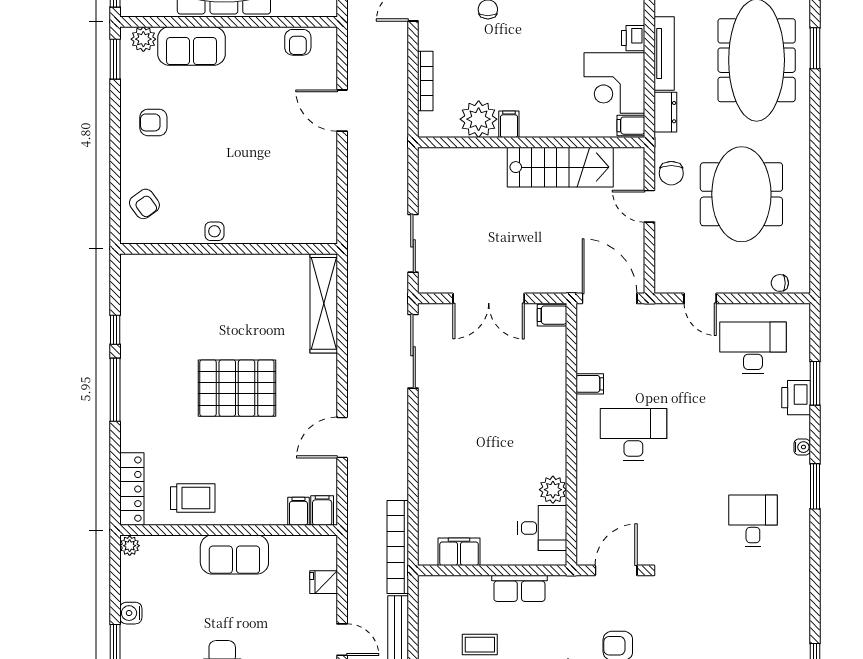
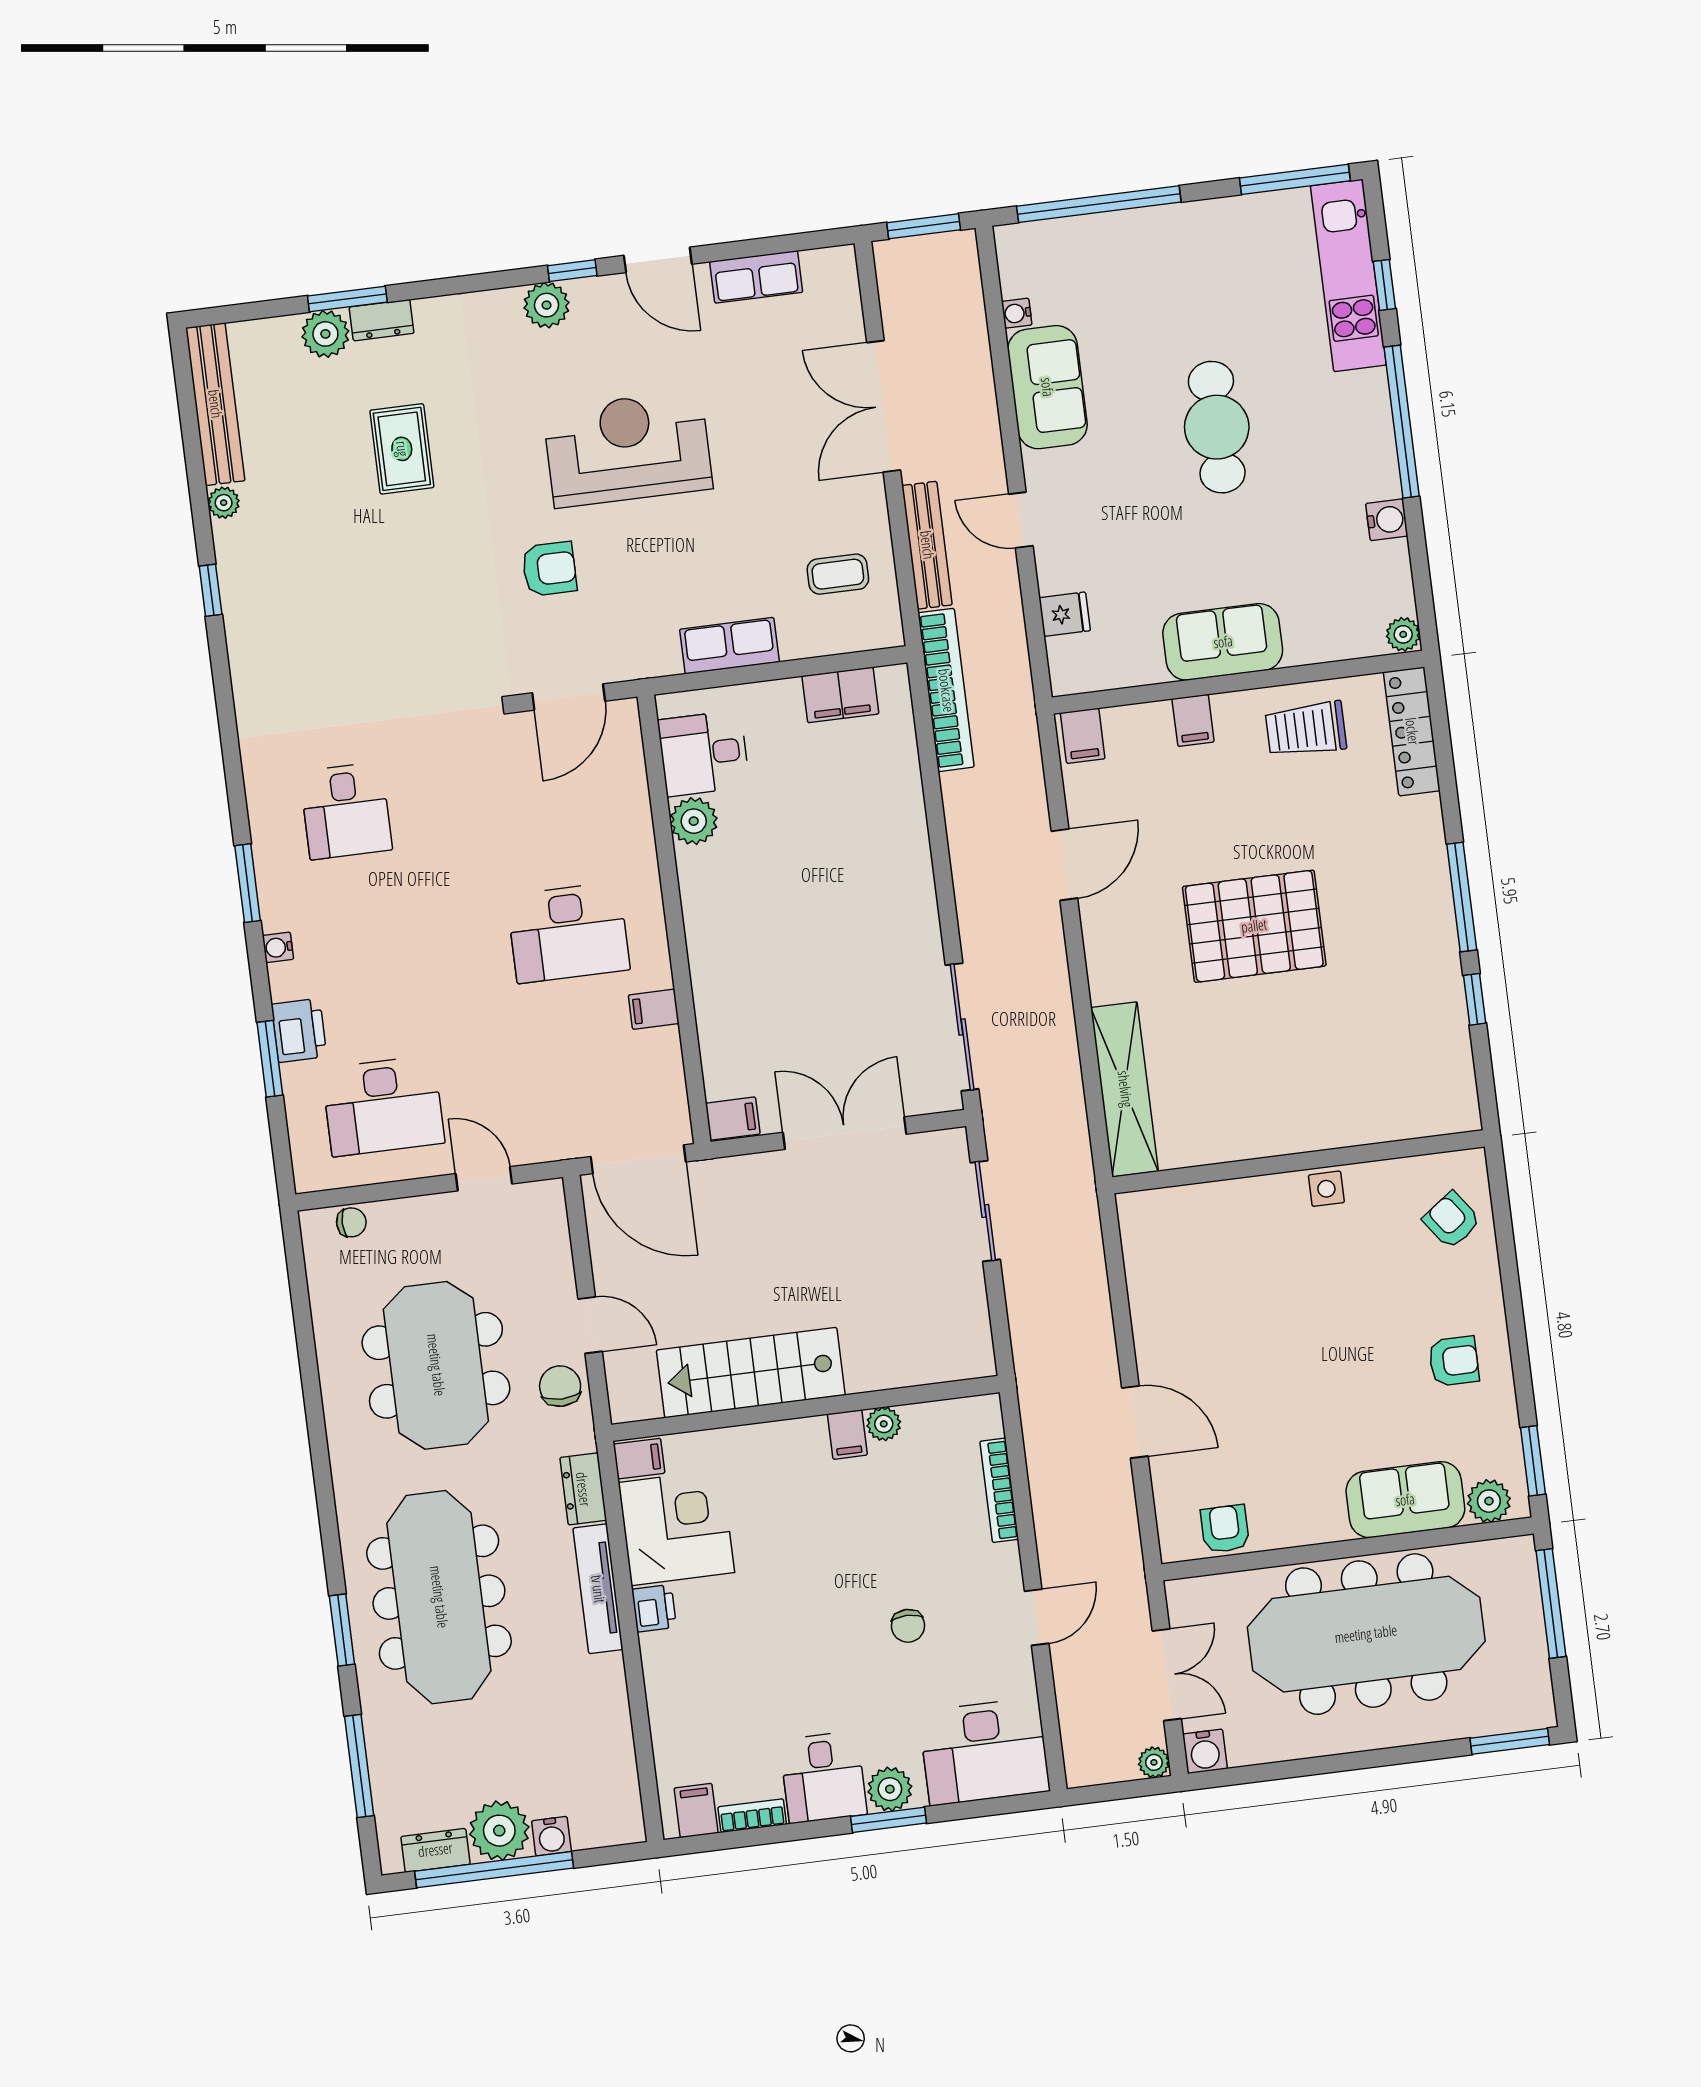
plant: (479, 119) -> (884, 1424), width x0.53, depth x0.53
filing cabinet: (298, 511) -> (1193, 720), moved
coffee table: (480, 645) -> (838, 574), moved

